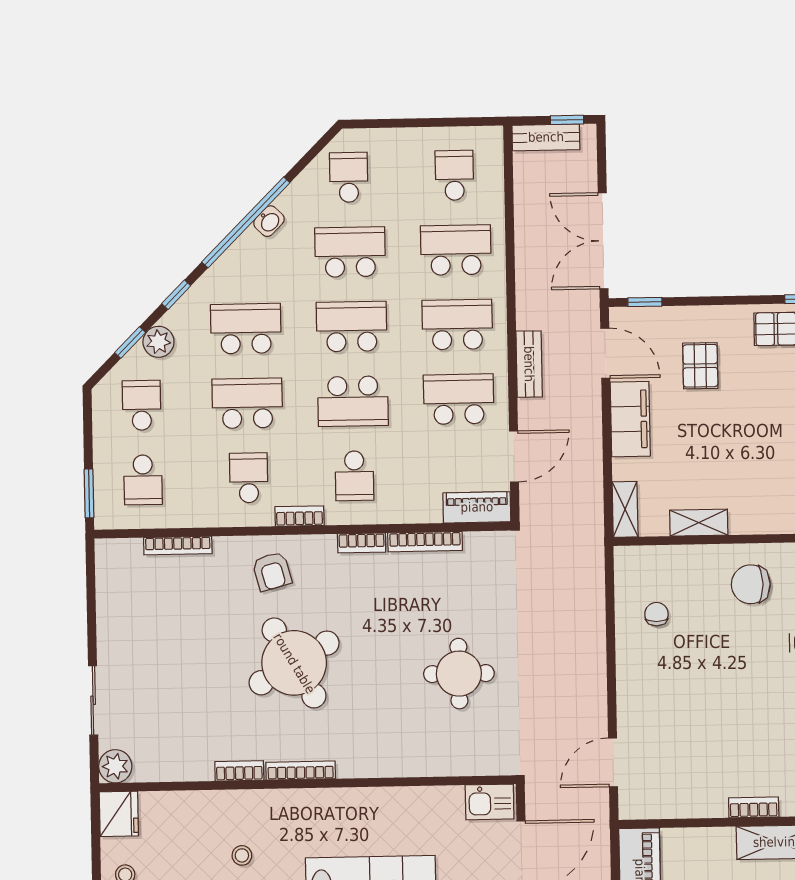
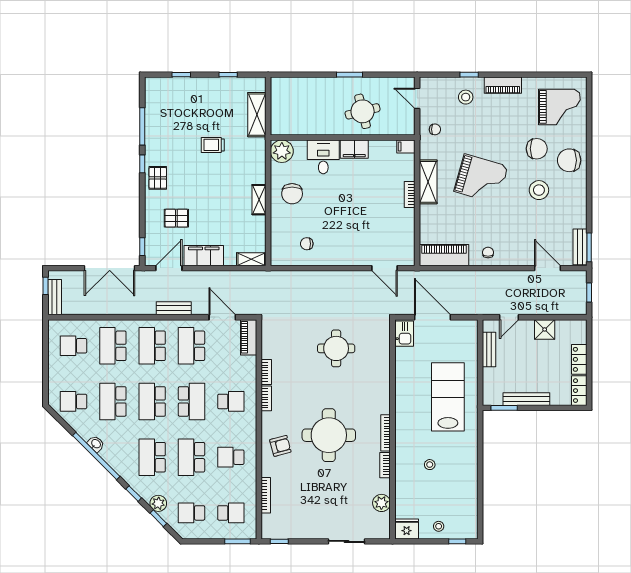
bookcase: (299, 516) -> (251, 431), removed
shelving: (699, 523) -> (259, 200), moved
bookcase: (425, 542) -> (266, 372), width x0.64
window: (91, 573) -> (279, 541), added
round table: (294, 663) -> (329, 435), turned 30
plant: (115, 766) -> (381, 503), moved

